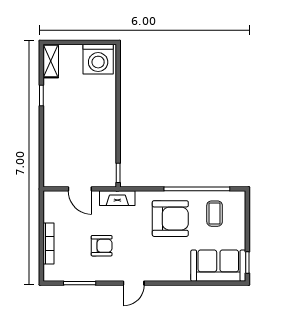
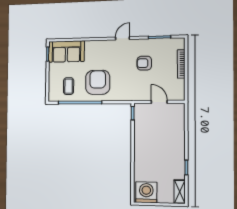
fireplace: (117, 198) -> (133, 96), removed
armchair: (170, 219) -> (98, 82), turned 90

